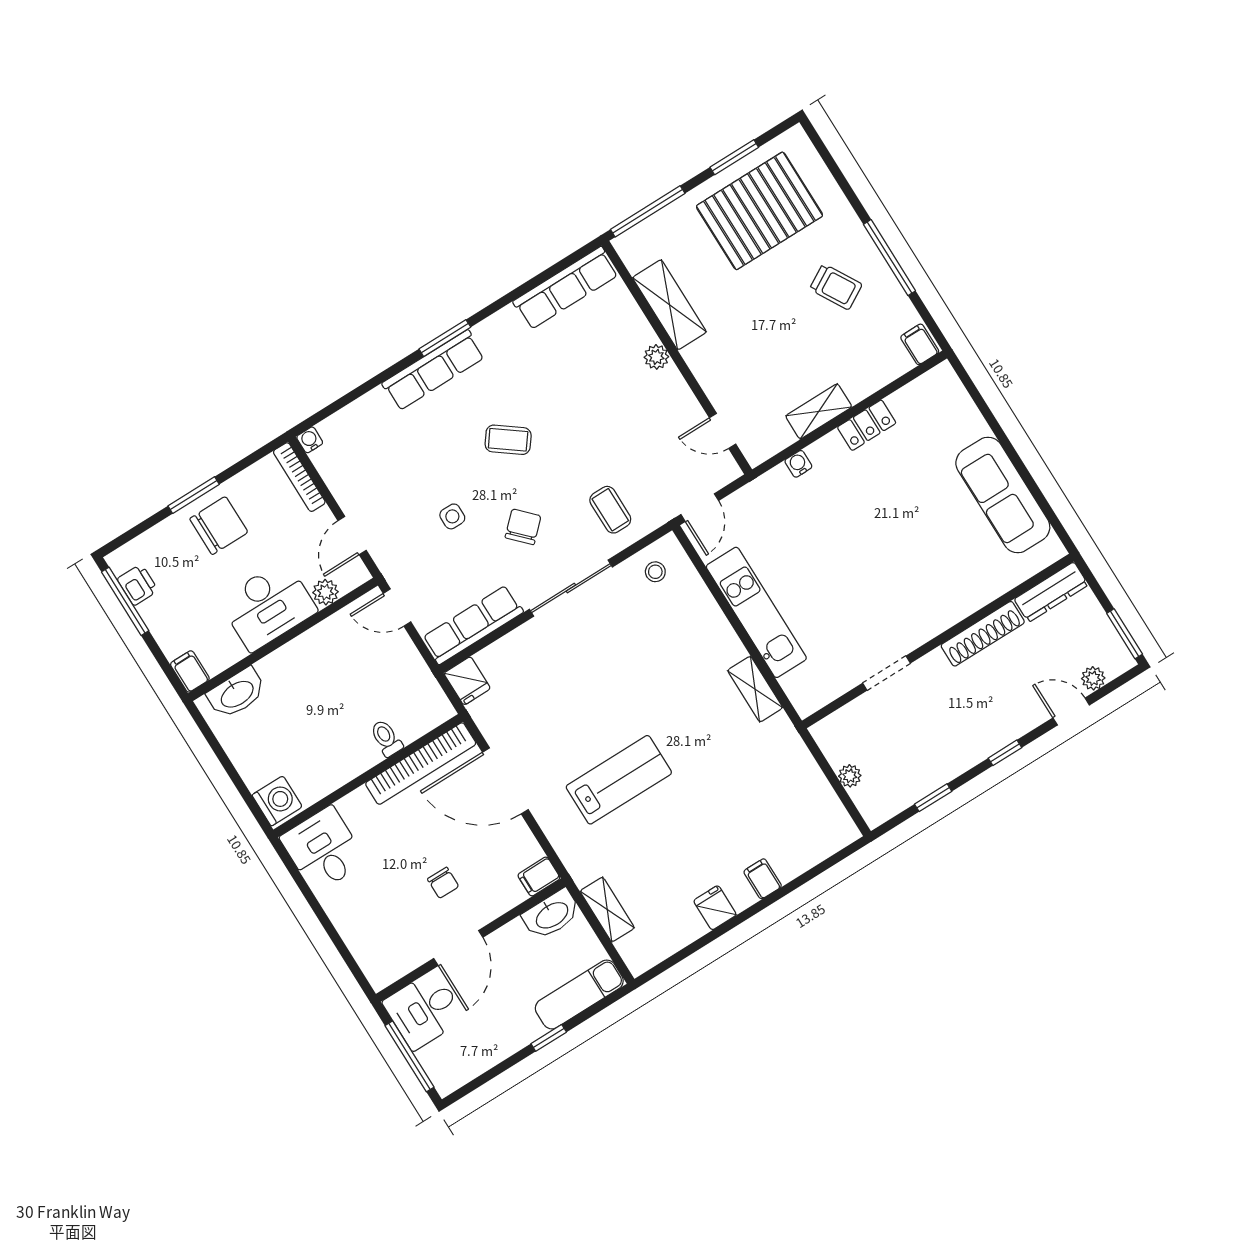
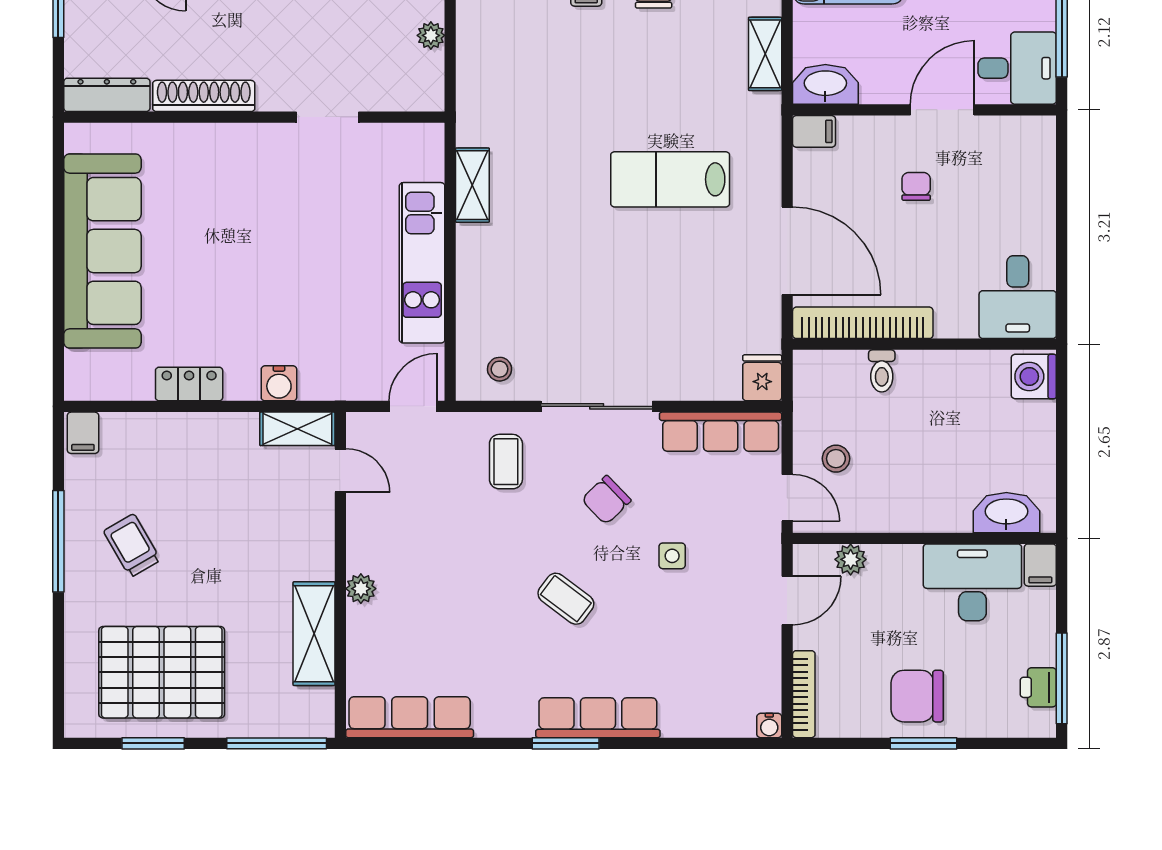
shelving: (819, 411) -> (297, 429), moved
water cooler: (798, 464) -> (279, 383), width x1.38, depth x1.38
sofa: (1003, 495) -> (102, 251), width x1.36, depth x1.27
desk: (268, 606) -> (972, 582), moved
stool: (380, 656) -> (836, 459), added

